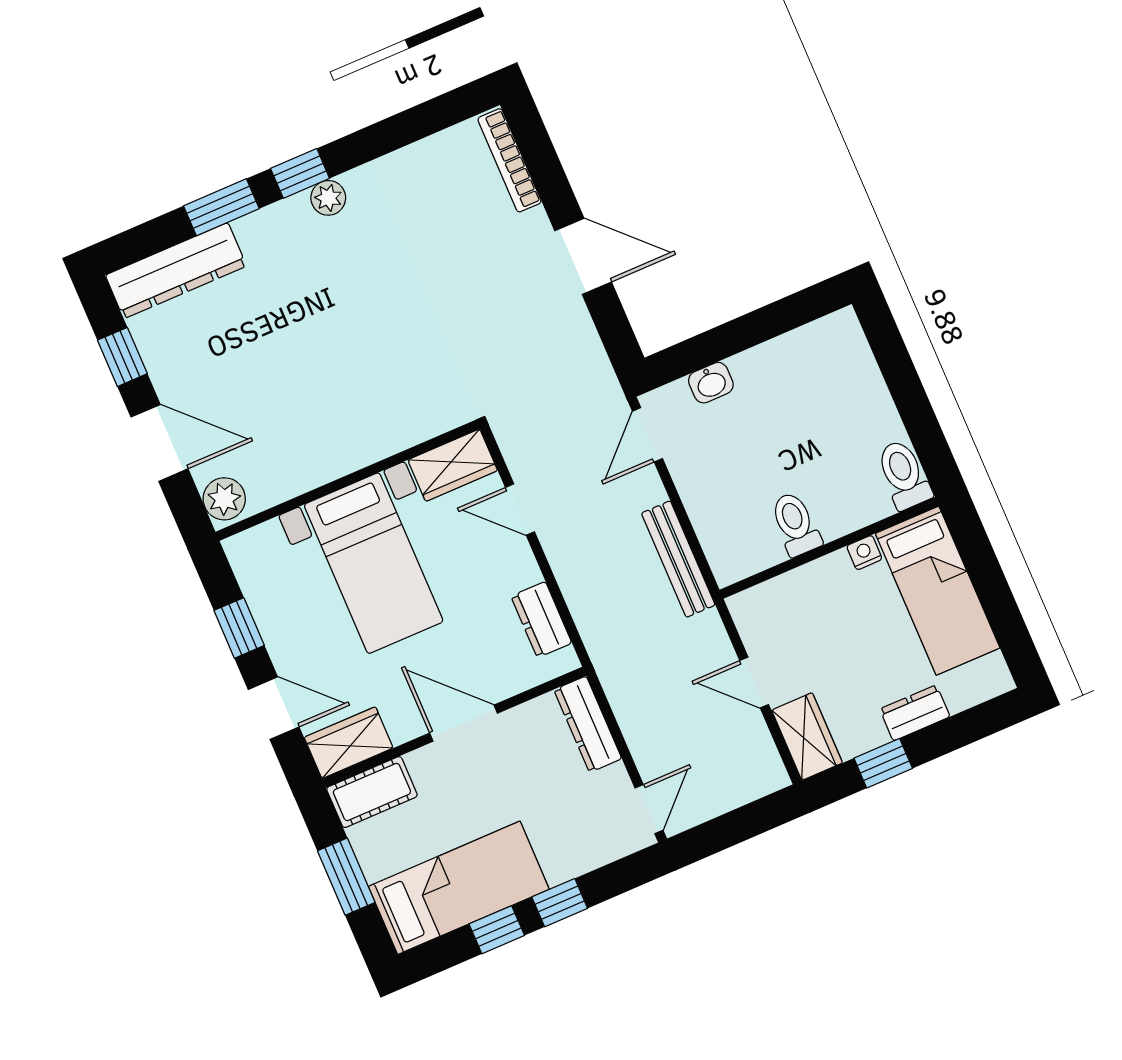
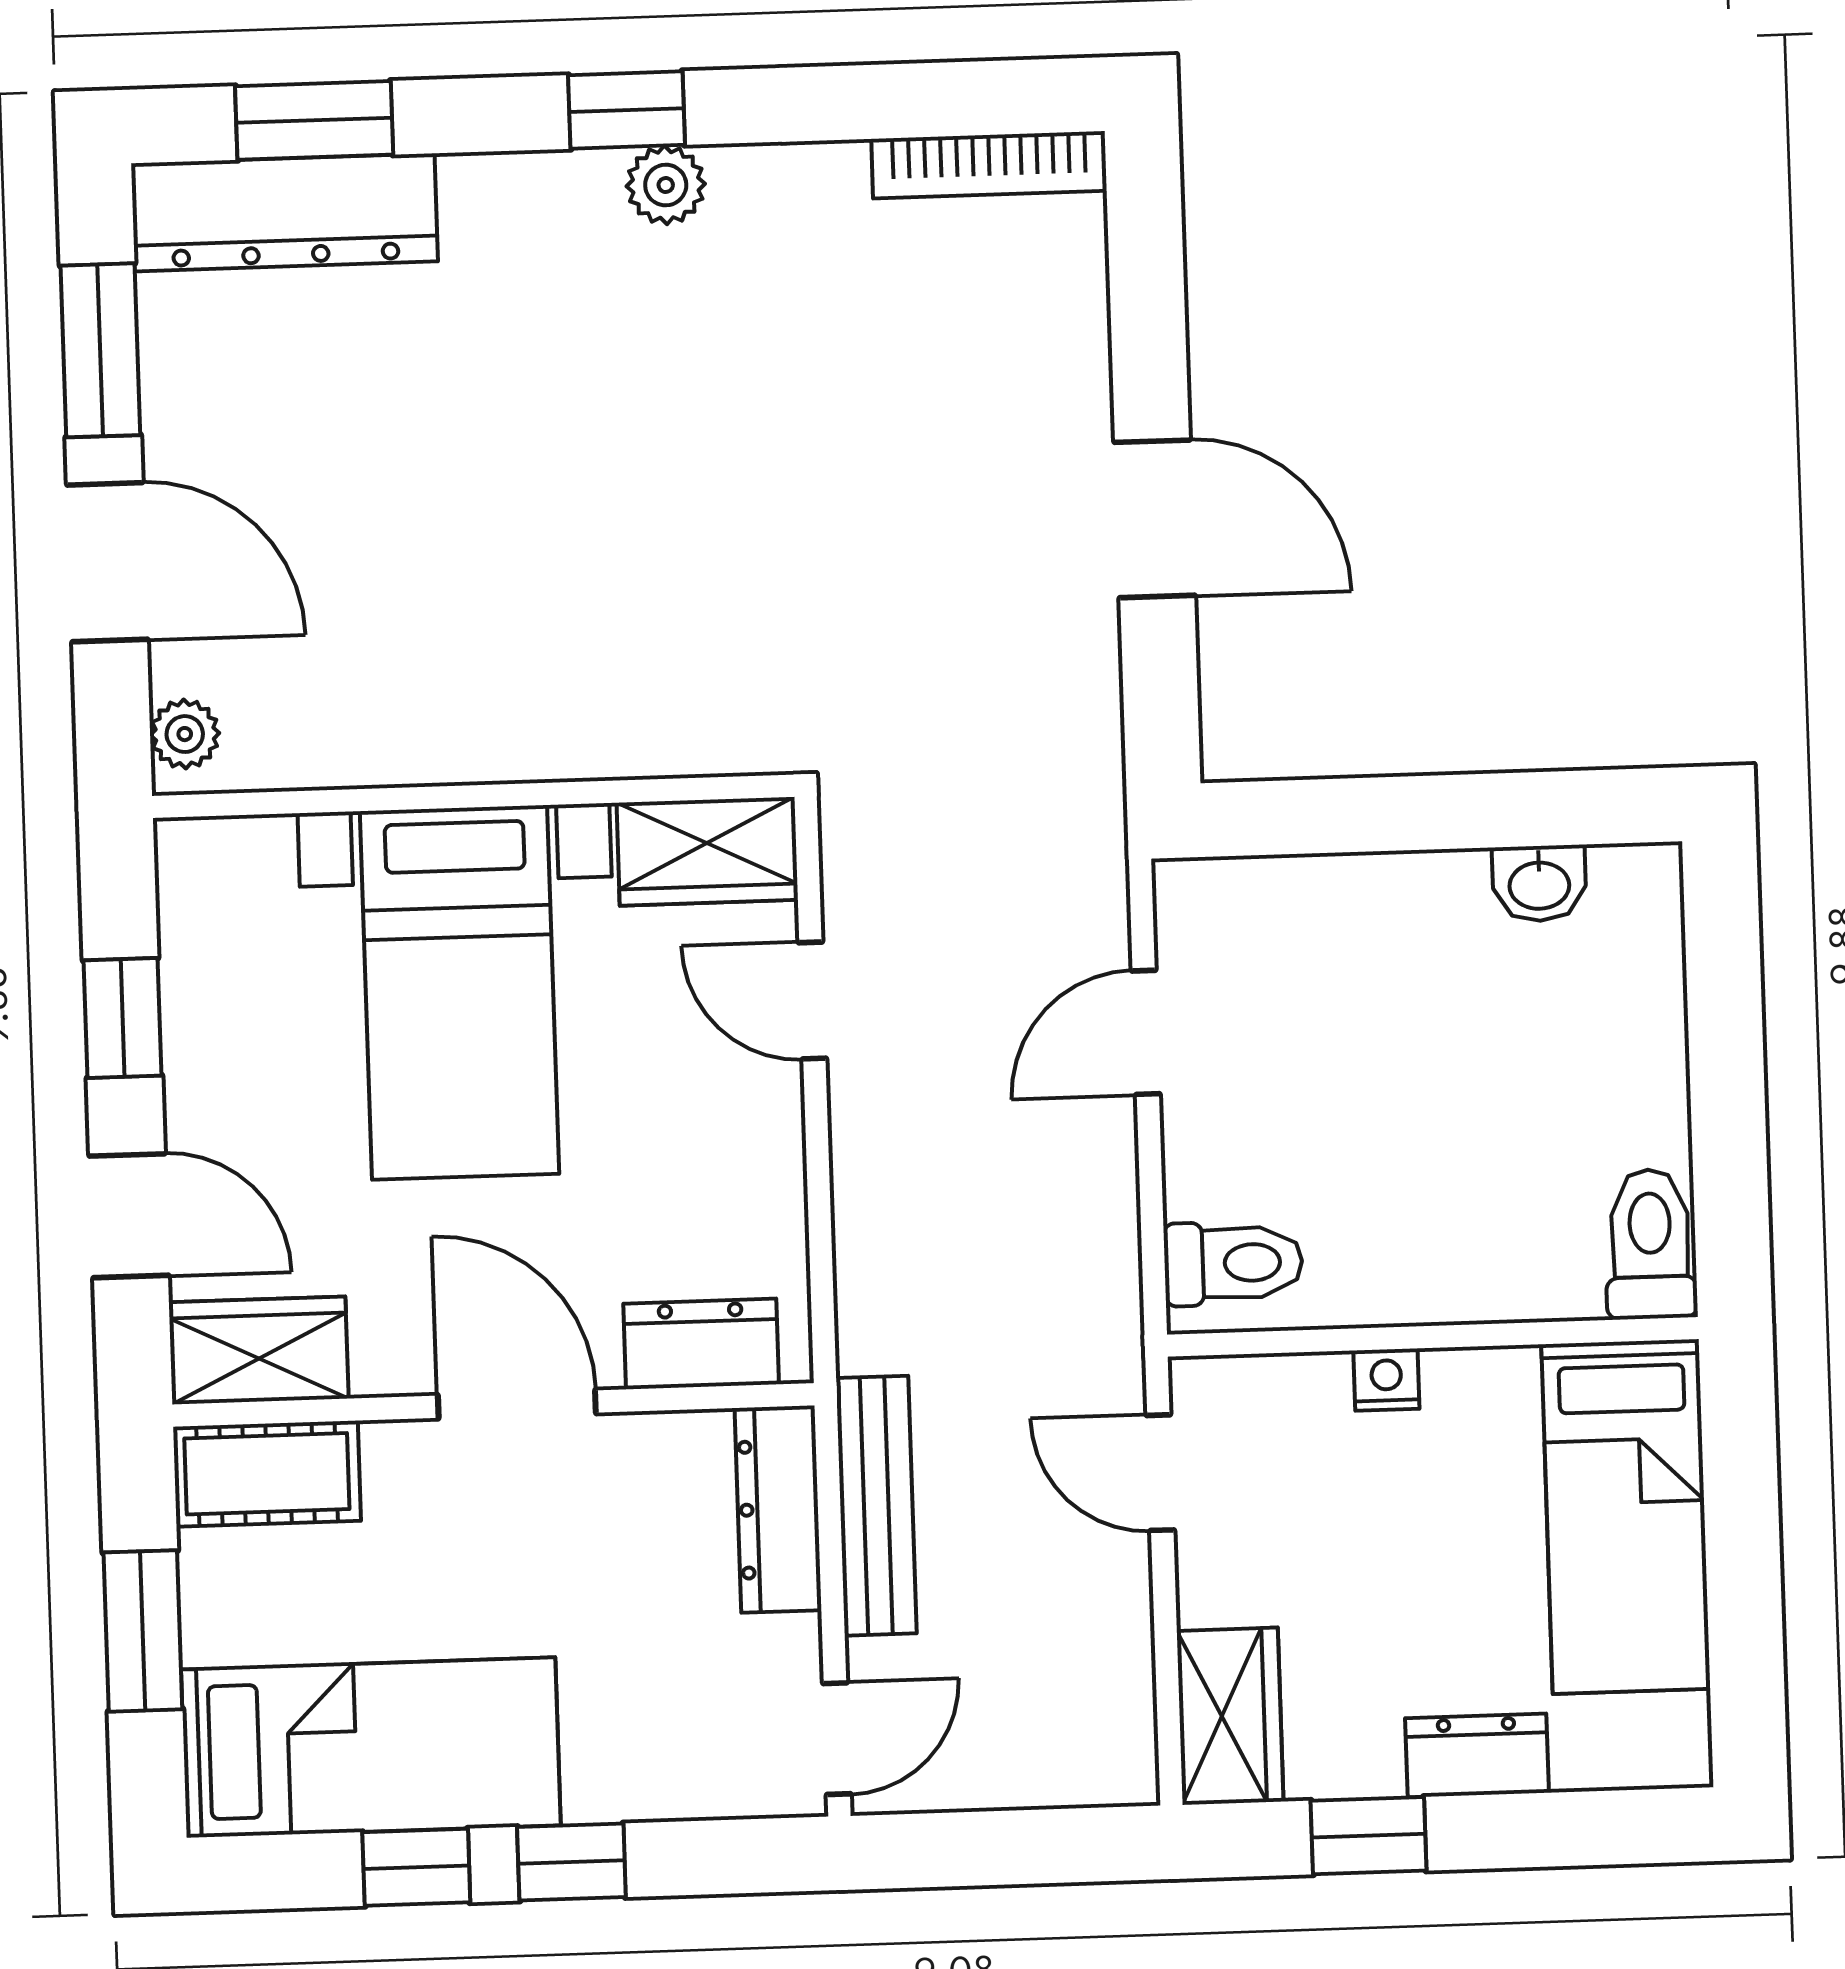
bookcase: (510, 160) -> (989, 165), moved, turned -90
window: (221, 207) -> (314, 120), moved
window: (122, 357) -> (100, 350), width x1.50
washbasin: (711, 383) -> (1539, 883), moved
door: (647, 435) -> (1146, 1032), moved
plant: (224, 499) -> (185, 734), width x0.73, depth x0.73
toilet: (796, 524) -> (1233, 1263), moved, turned 90
nightstand: (864, 553) -> (1386, 1380), moved
bench: (678, 559) -> (876, 1506), moved
dresser: (541, 620) -> (701, 1344), moved, turned 90
door: (754, 682) -> (1160, 1473), moved

